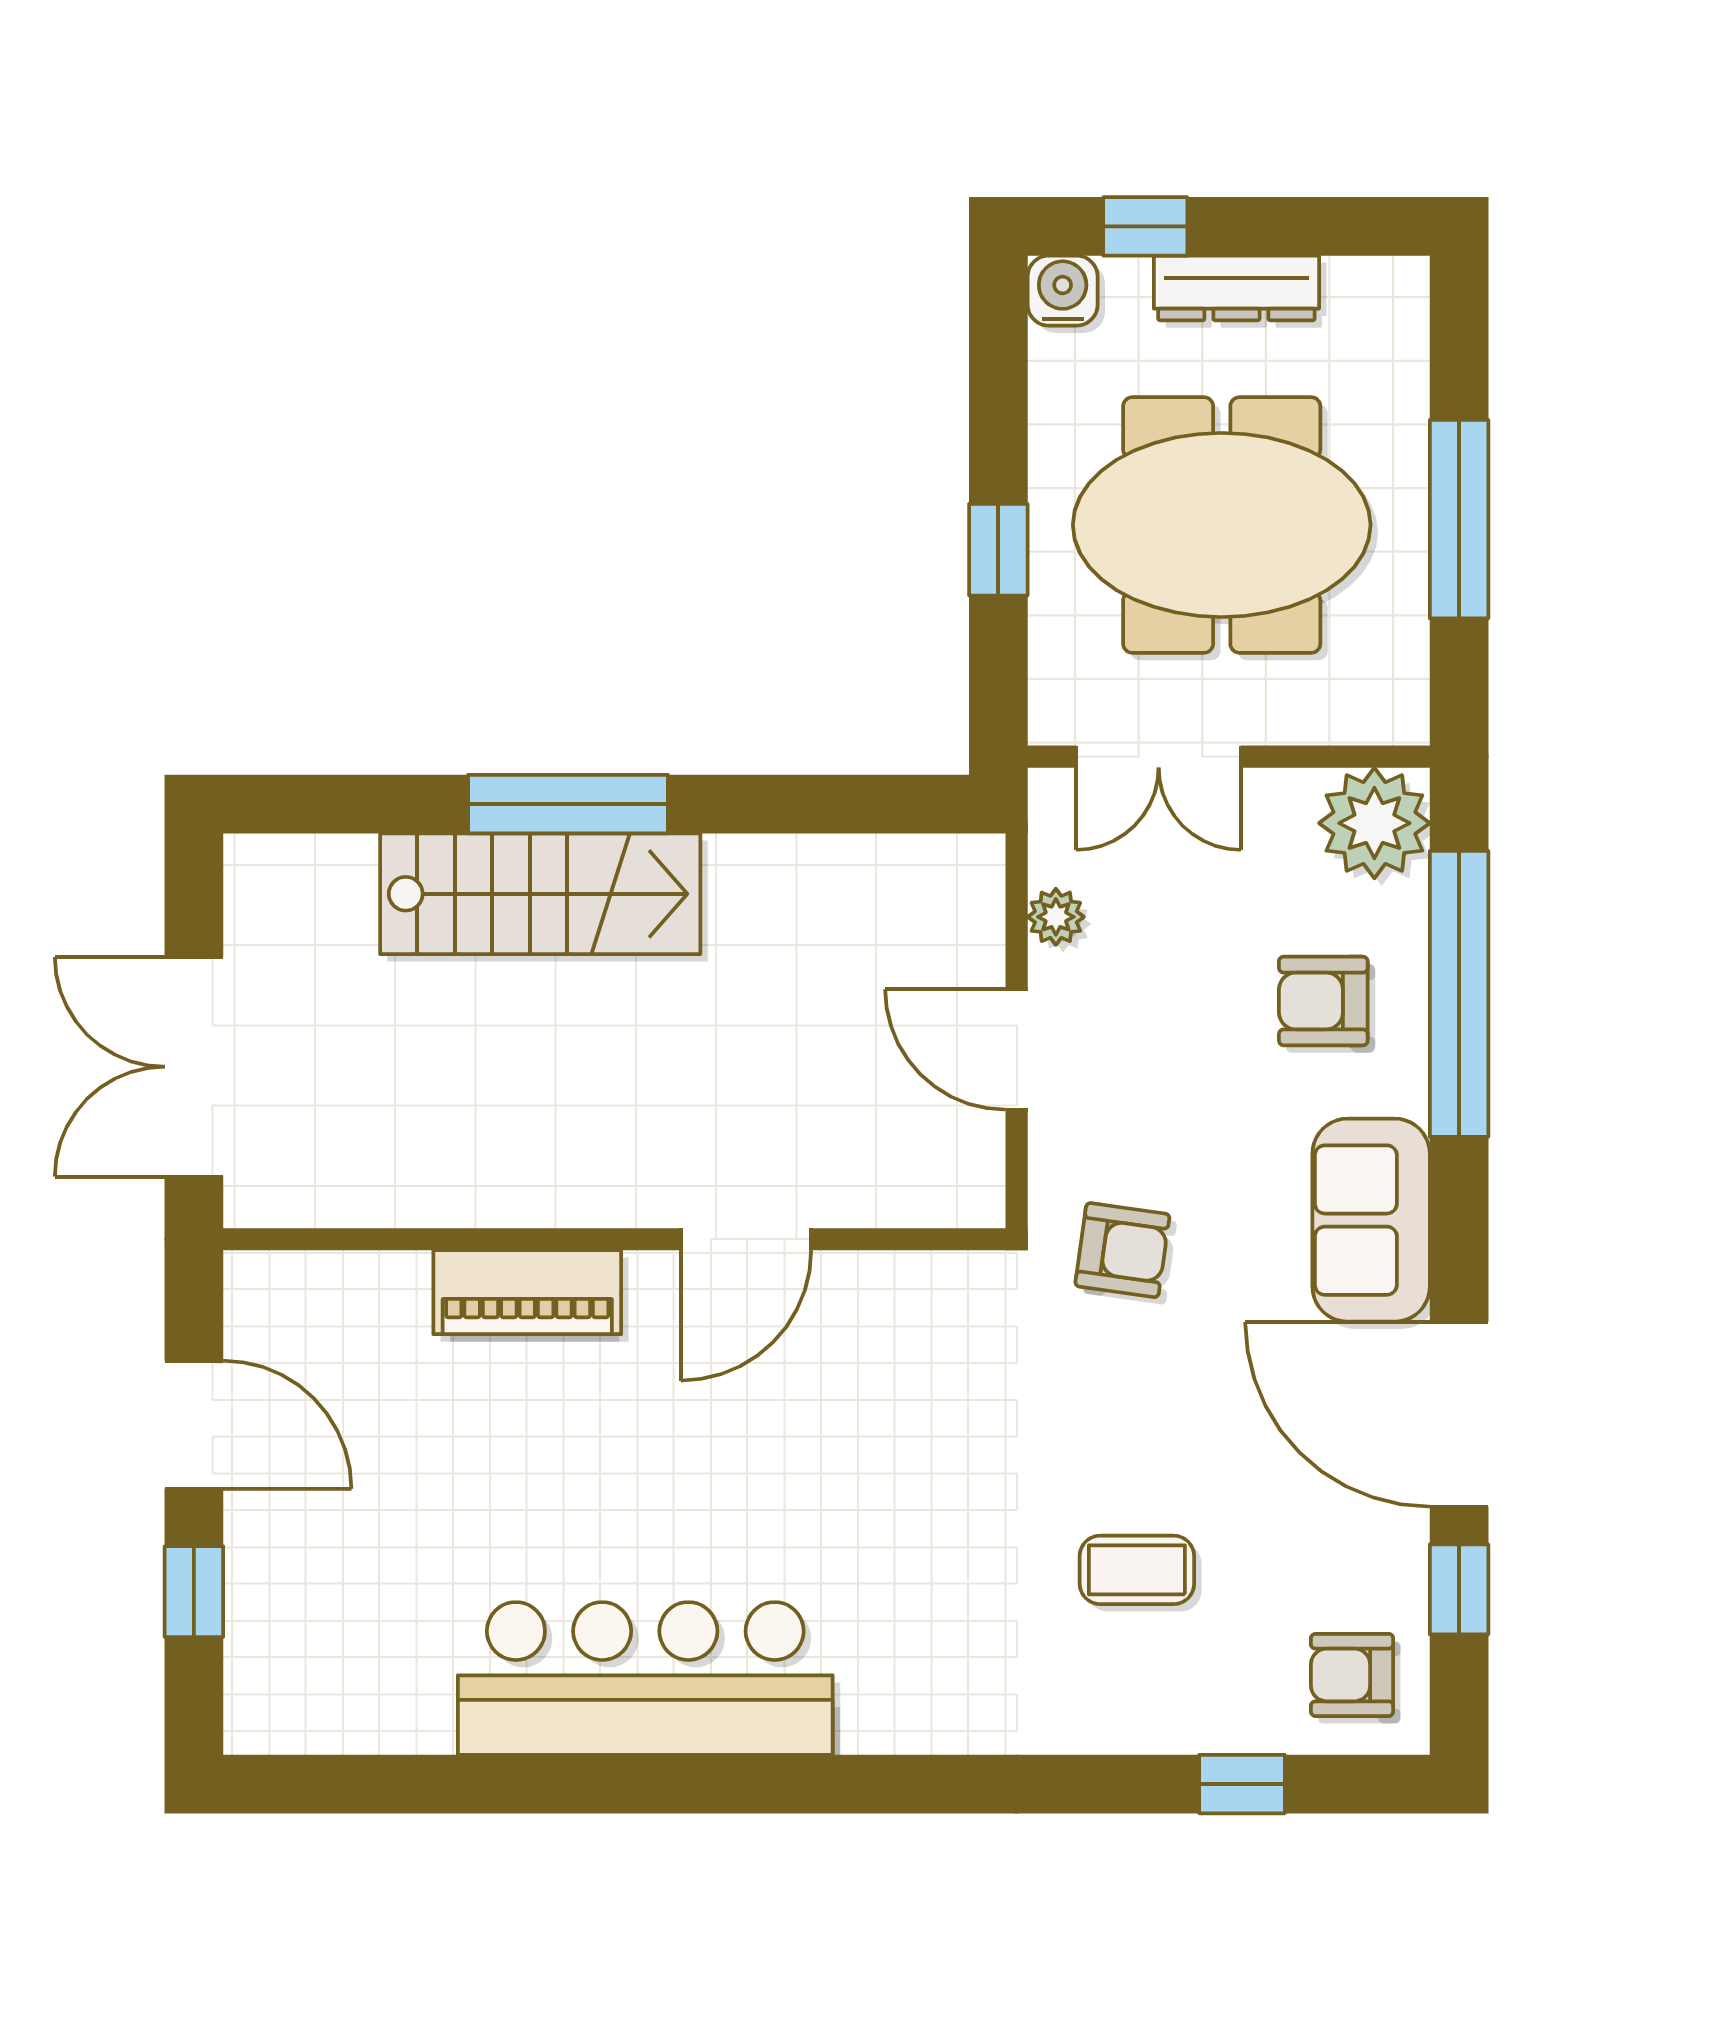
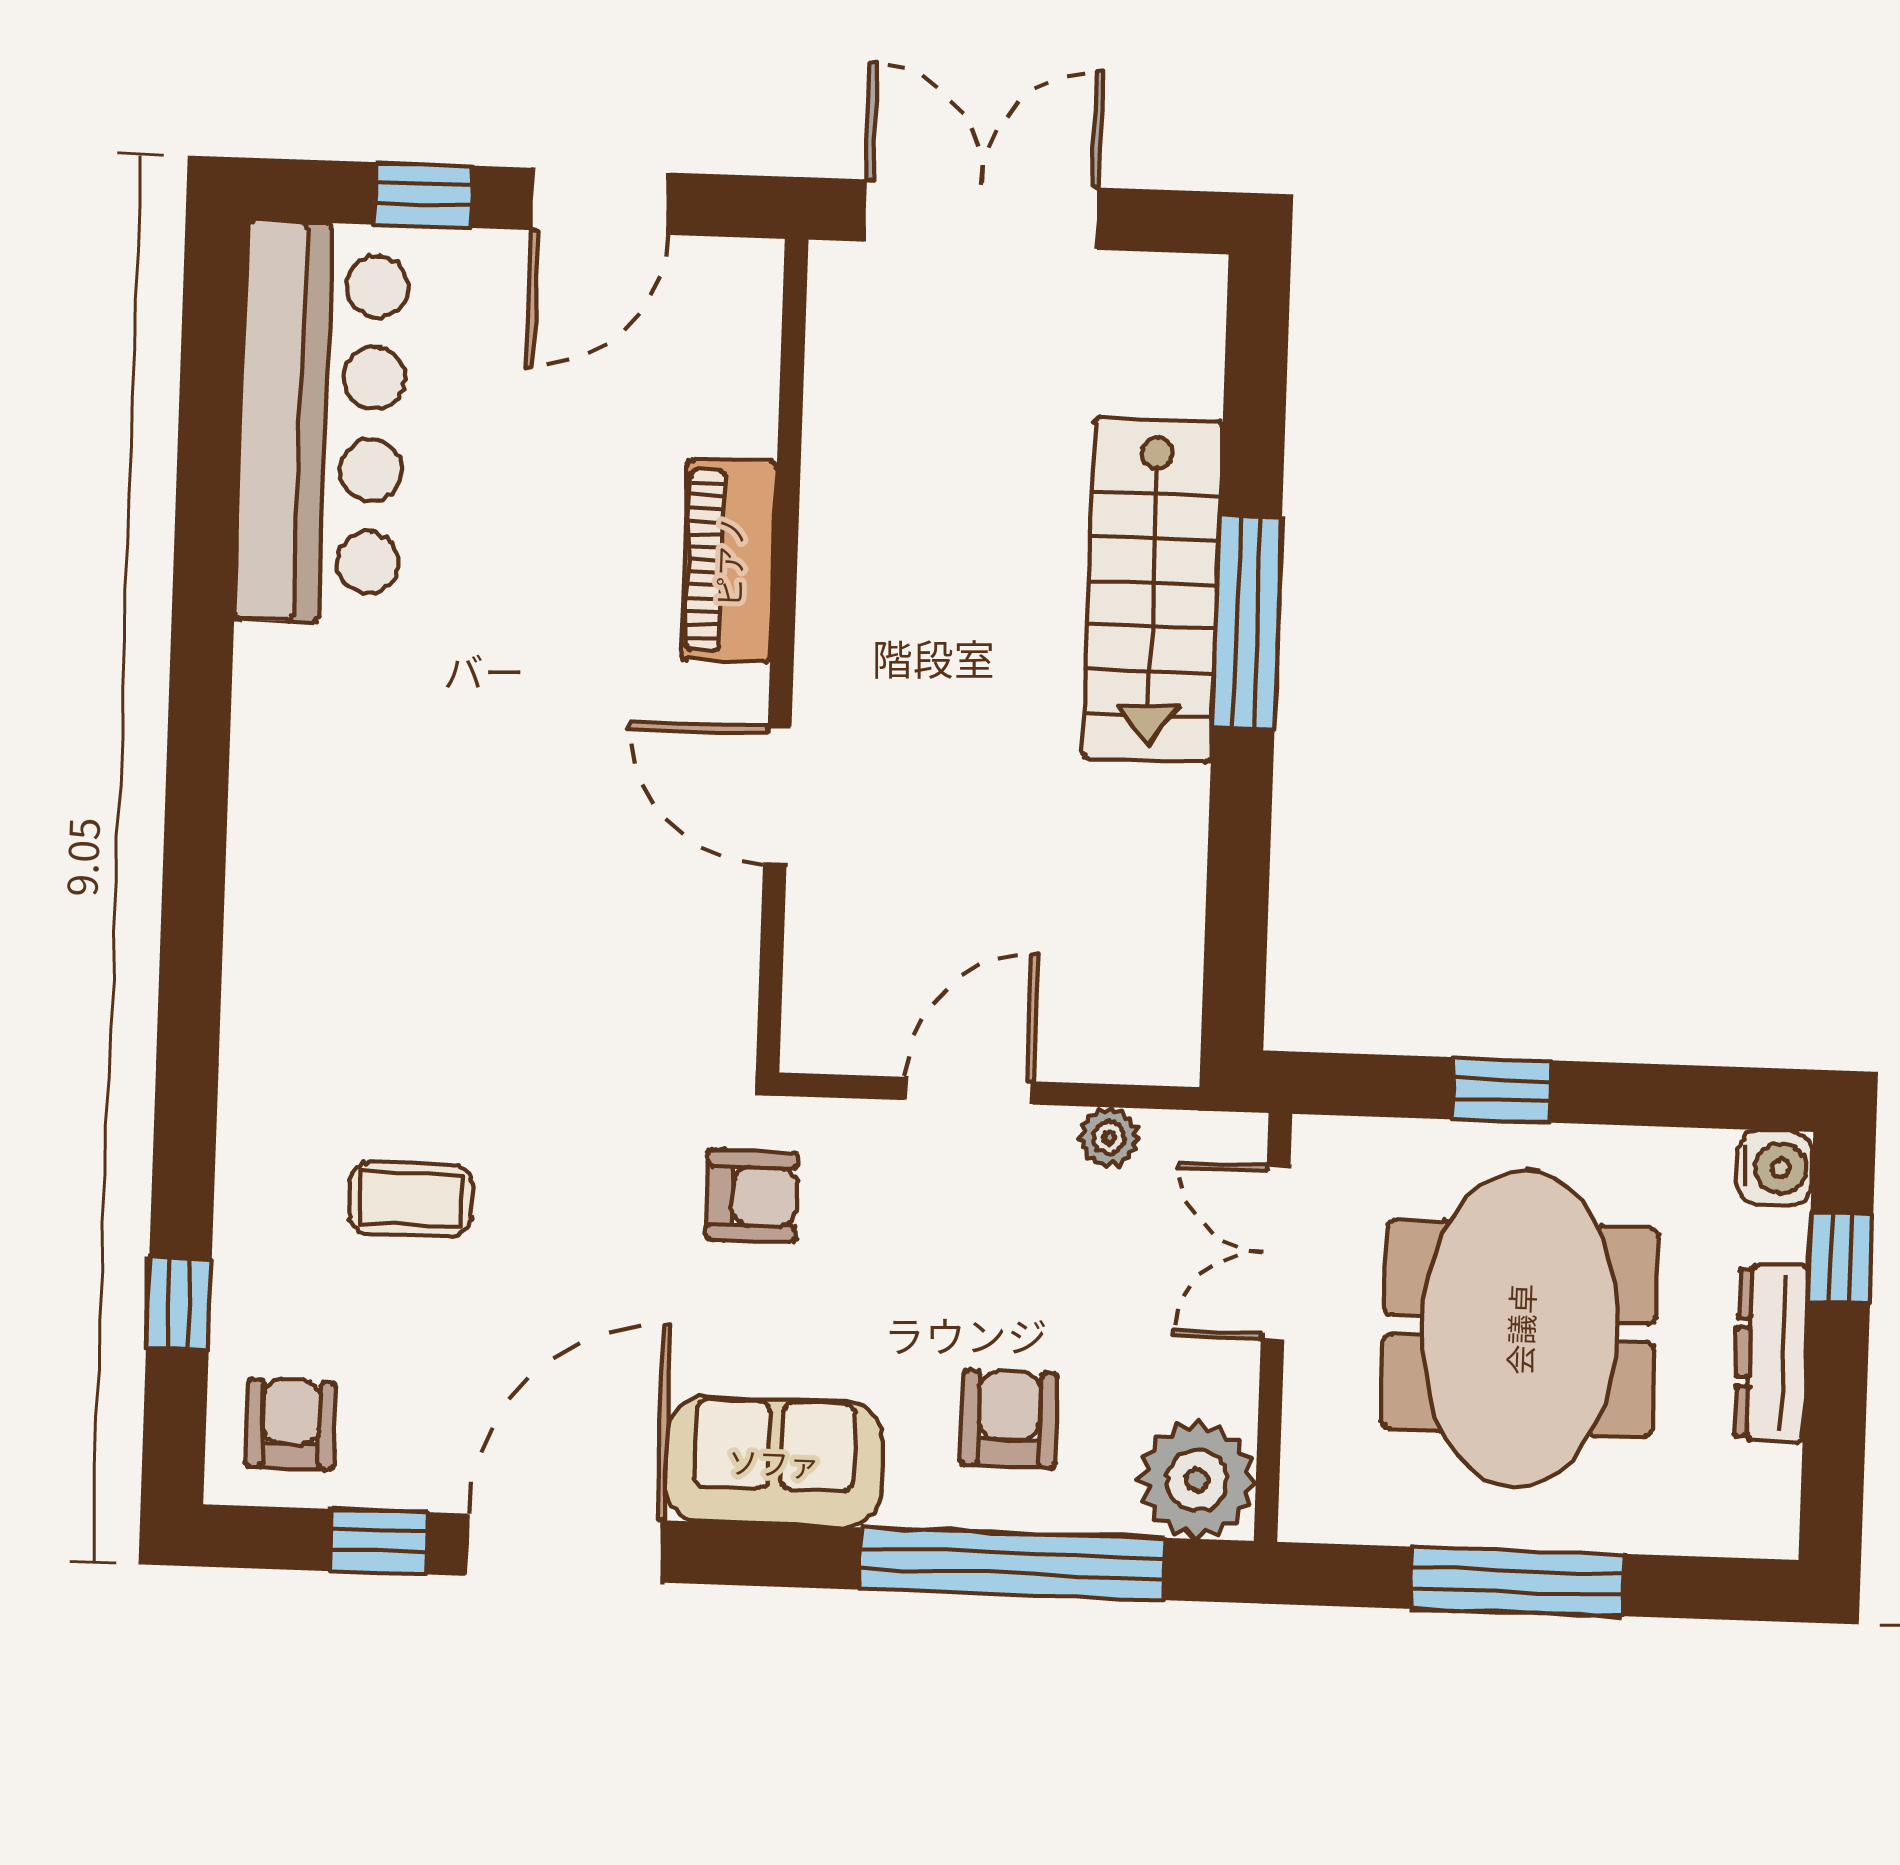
armchair: (1122, 1250) -> (752, 1196), turned -98
coffee table: (1137, 1570) -> (411, 1199), turned 90
bar counter: (645, 1678) -> (322, 423), moved

